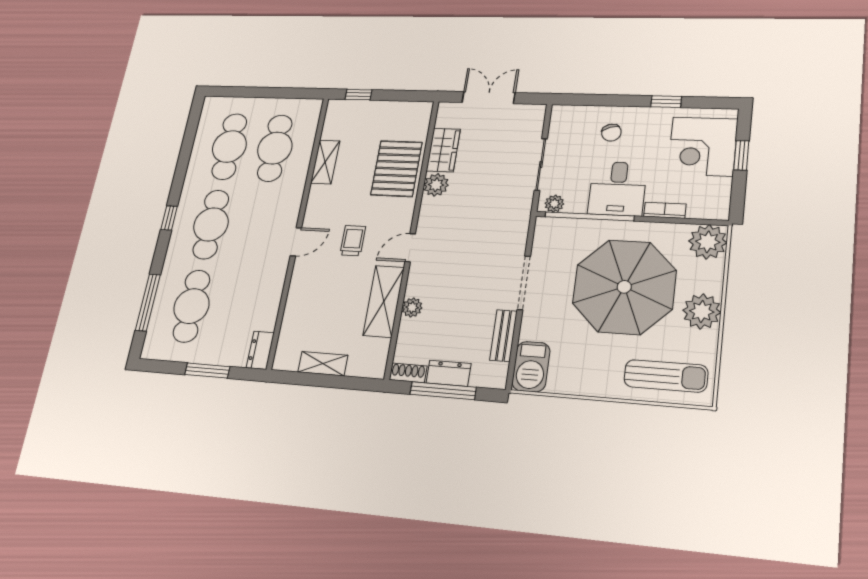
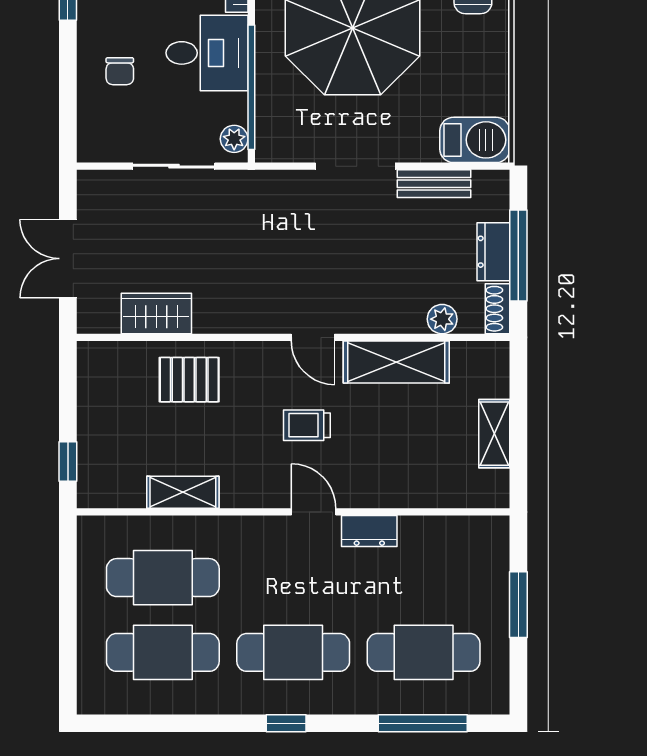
chair: (611, 133) -> (120, 71), turned 108
pallet: (396, 169) -> (189, 380), width x0.67, depth x0.71
plant: (436, 185) -> (213, 315), removed
plant: (412, 307) -> (442, 319), moved
dresser: (260, 350) -> (369, 531), moved

